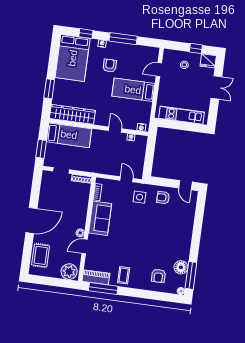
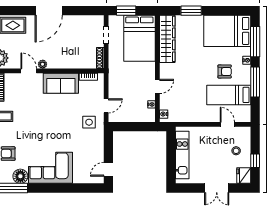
window: (86, 34) -> (255, 42), width x2.17
bed: (133, 90) -> (229, 95), moved, turned -90
bed: (69, 135) -> (139, 38), width x1.50
armchair: (163, 198) -> (92, 147), removed
door: (31, 221) -> (49, 11), hinge flipped
corner sofa: (177, 238) -> (50, 168), added

